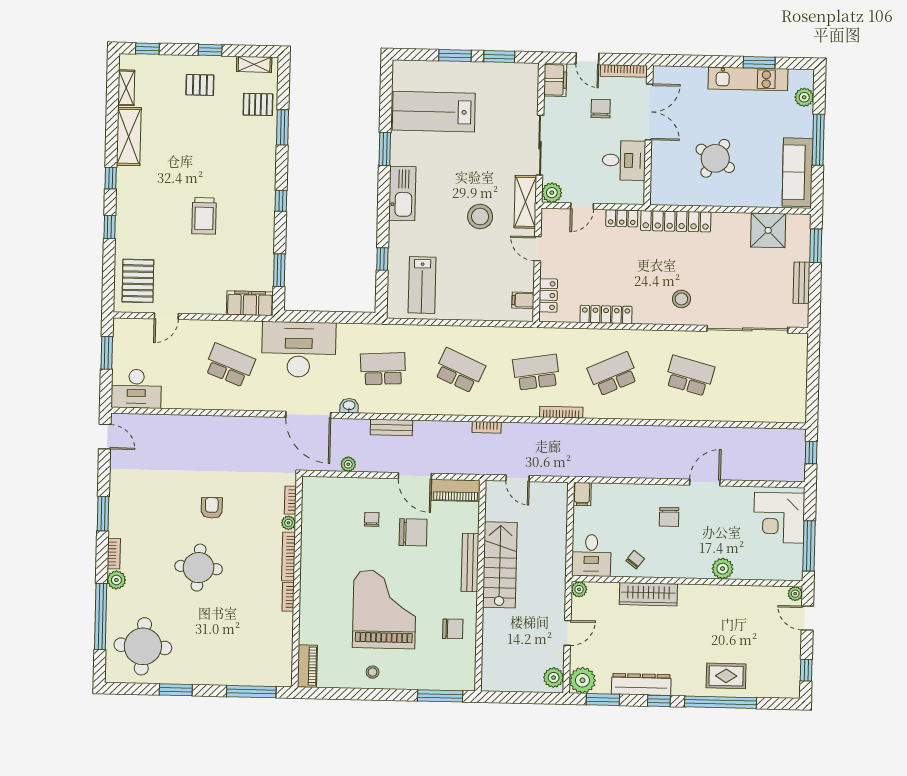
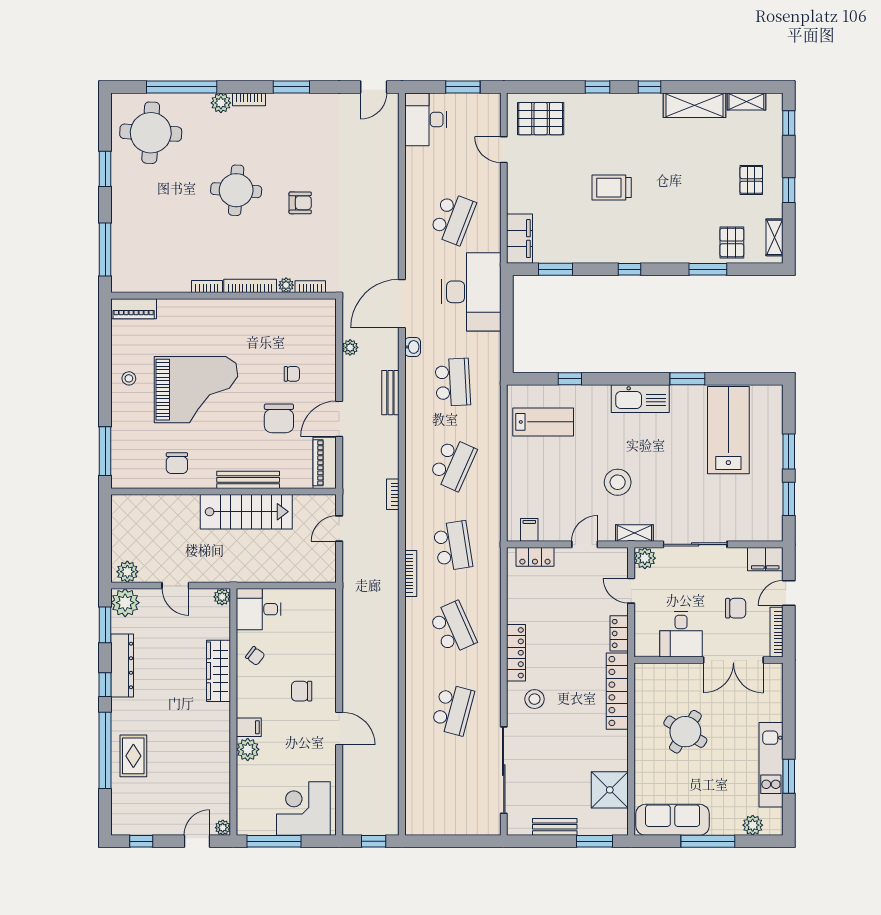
shelving: (525, 202) -> (634, 533), width x0.67, depth x0.75
lab bench: (422, 285) -> (543, 422), turned 180
locker: (606, 315) -> (516, 653), moved
filing cabinet: (582, 494) -> (249, 727), moved, turned 180

